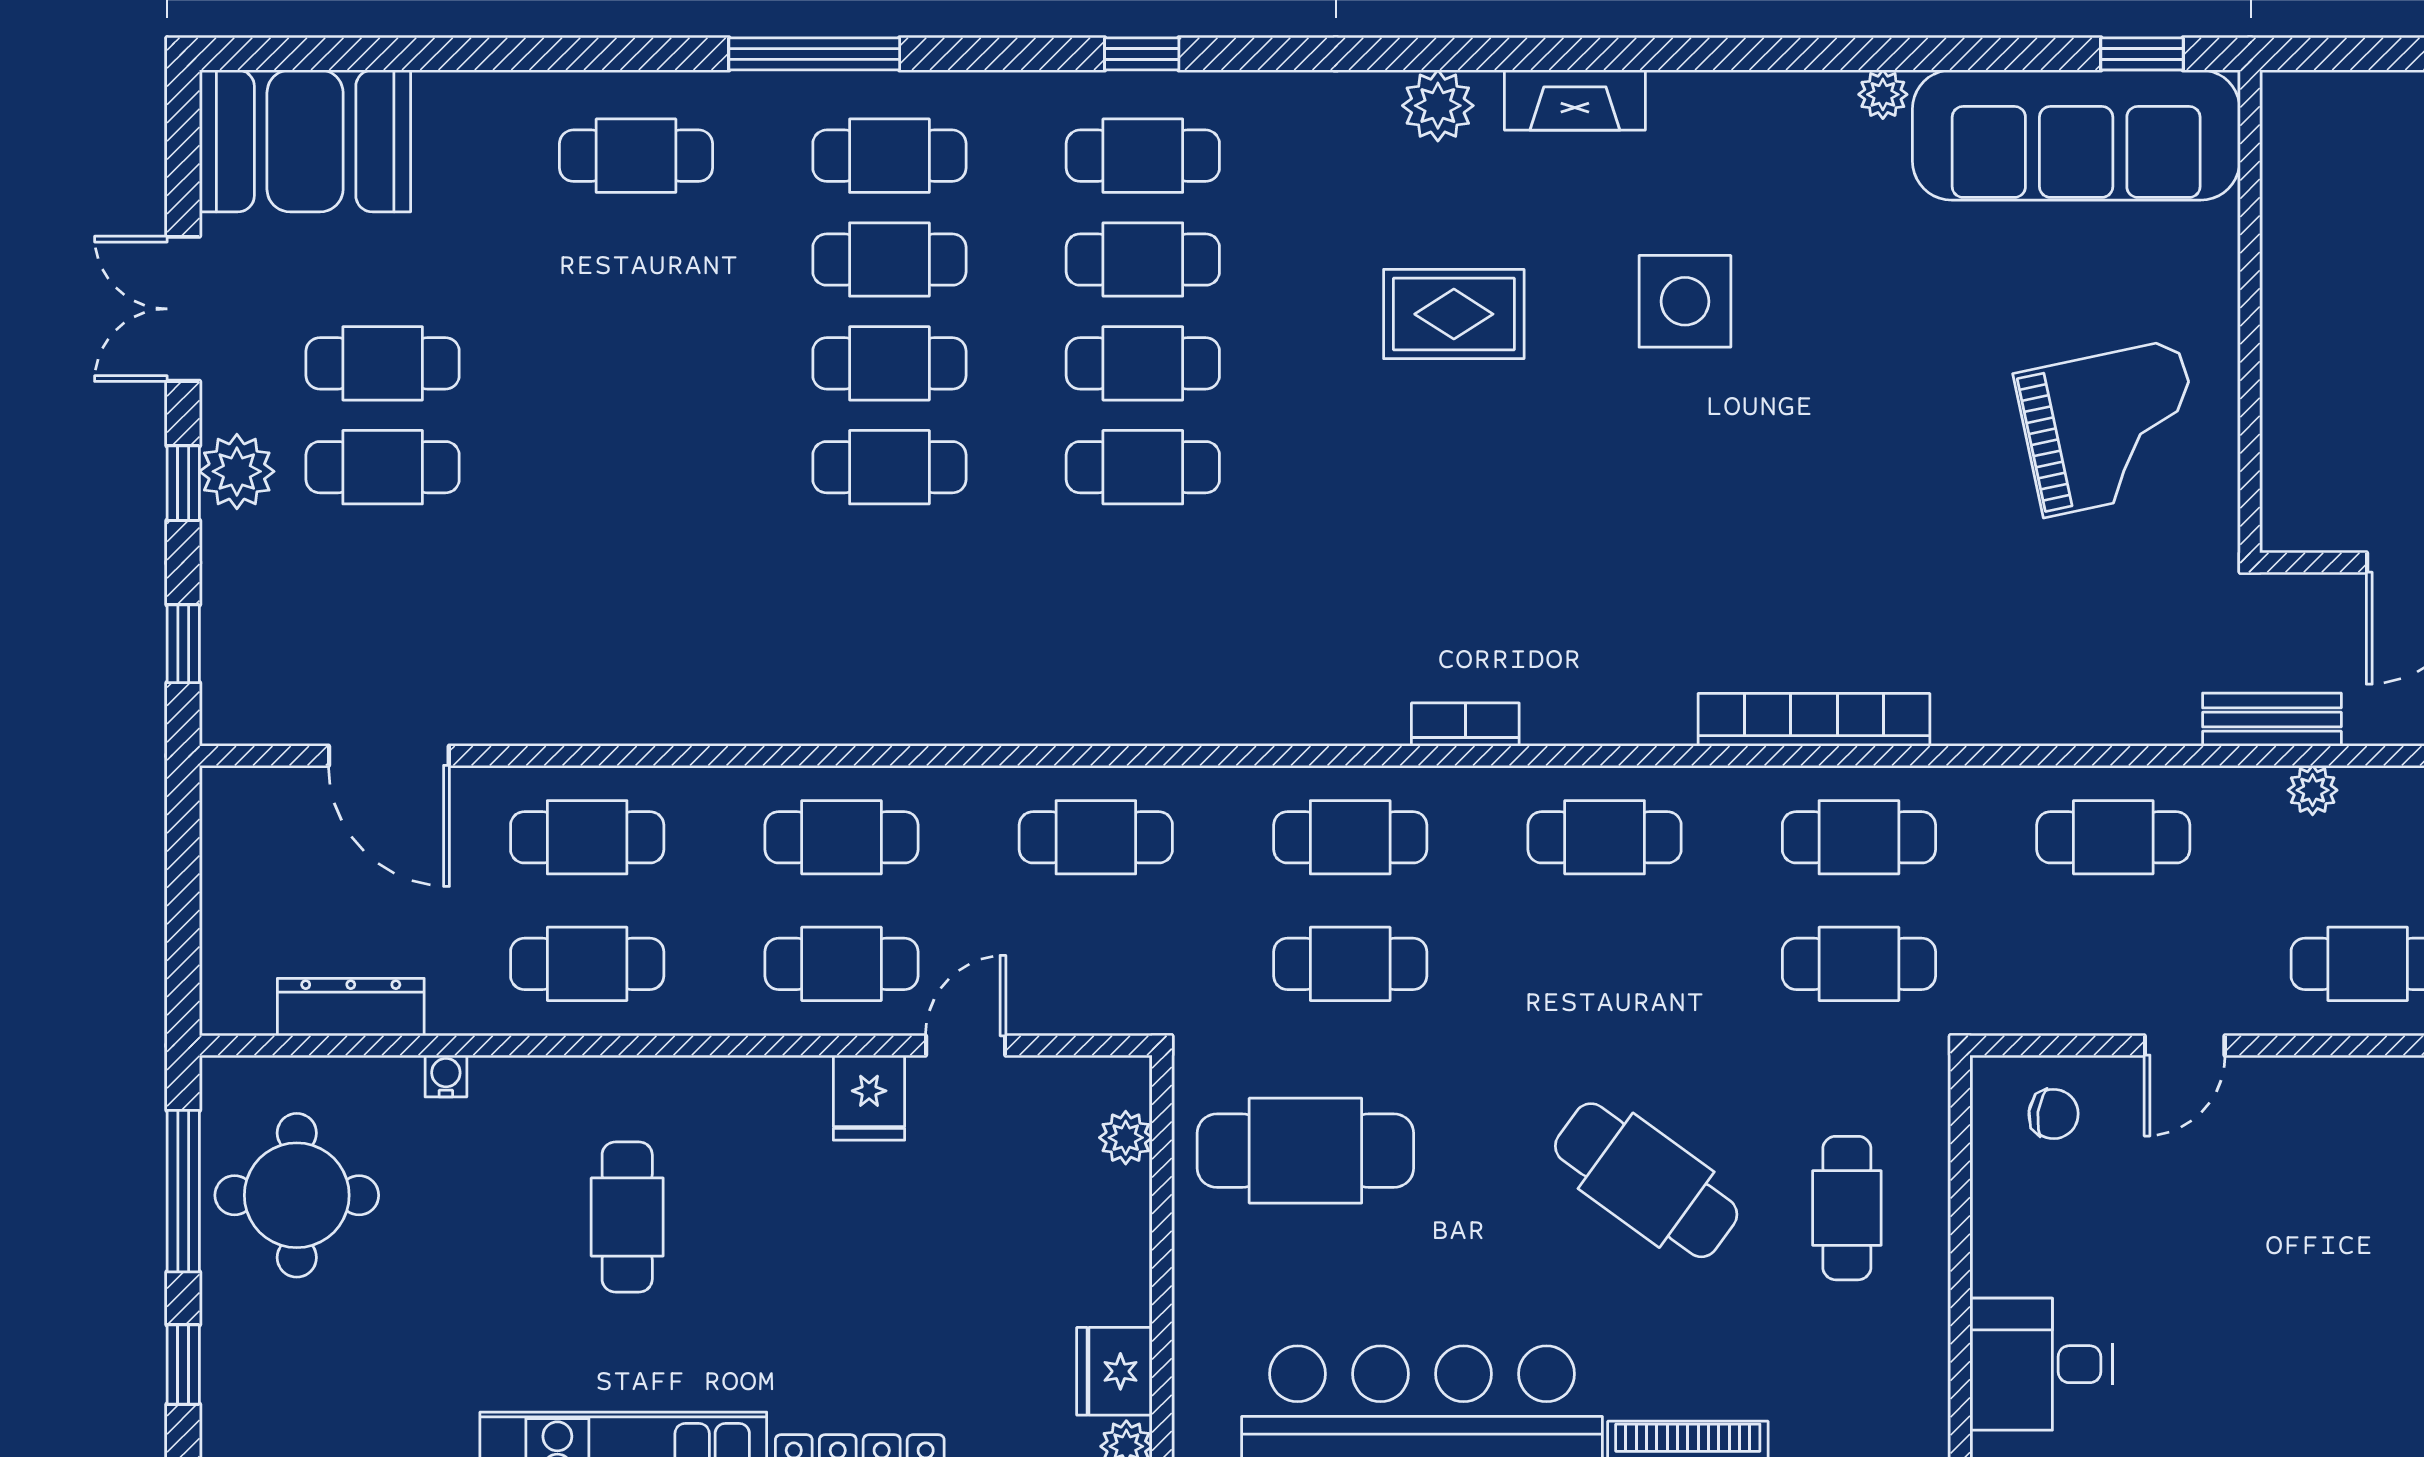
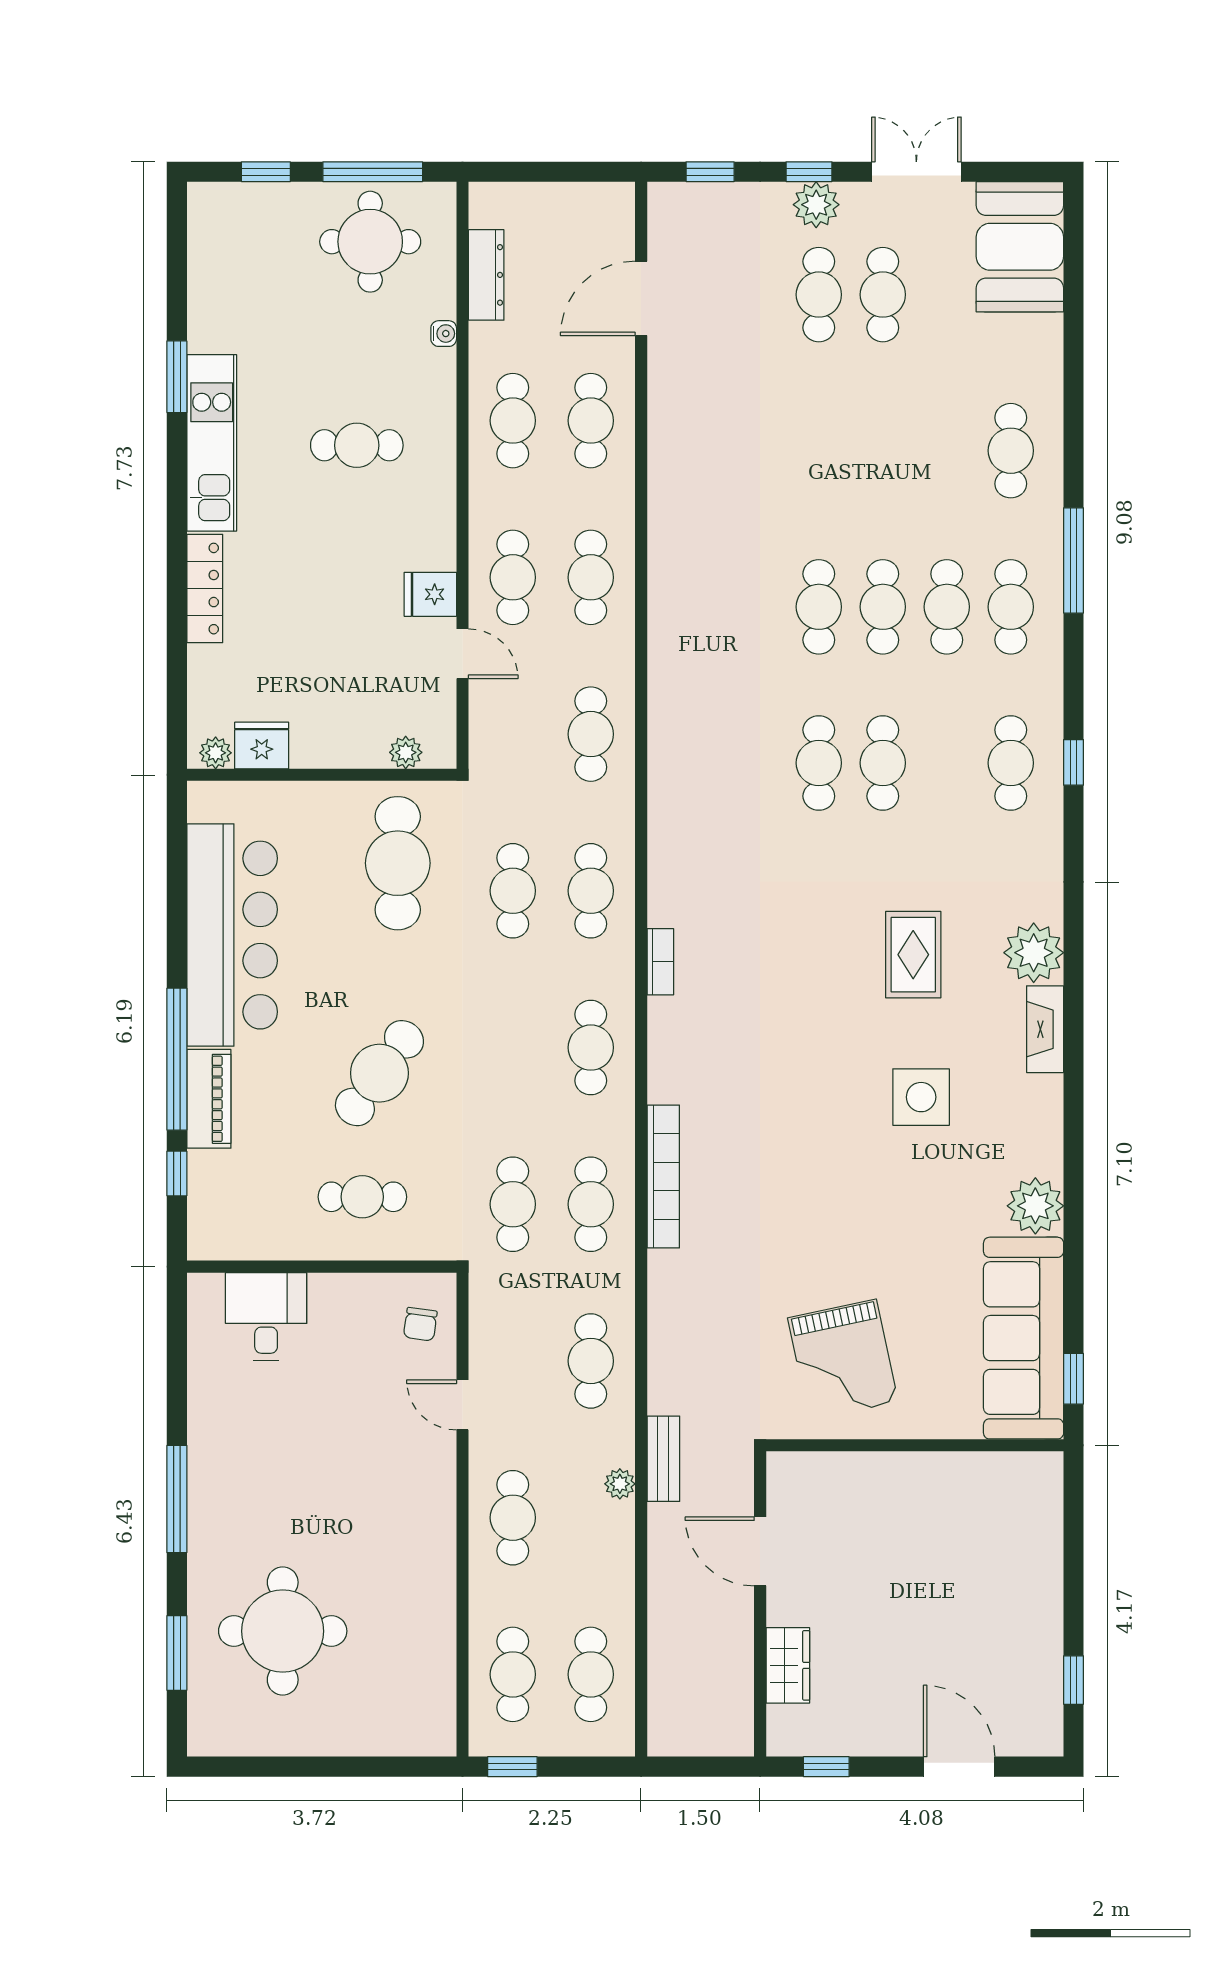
plant: (1883, 94) -> (1035, 1206), width x1.87, depth x1.87
plant: (1438, 106) -> (1034, 953), width x1.36, depth x1.36
cafe table: (1143, 260) -> (947, 763), removed

